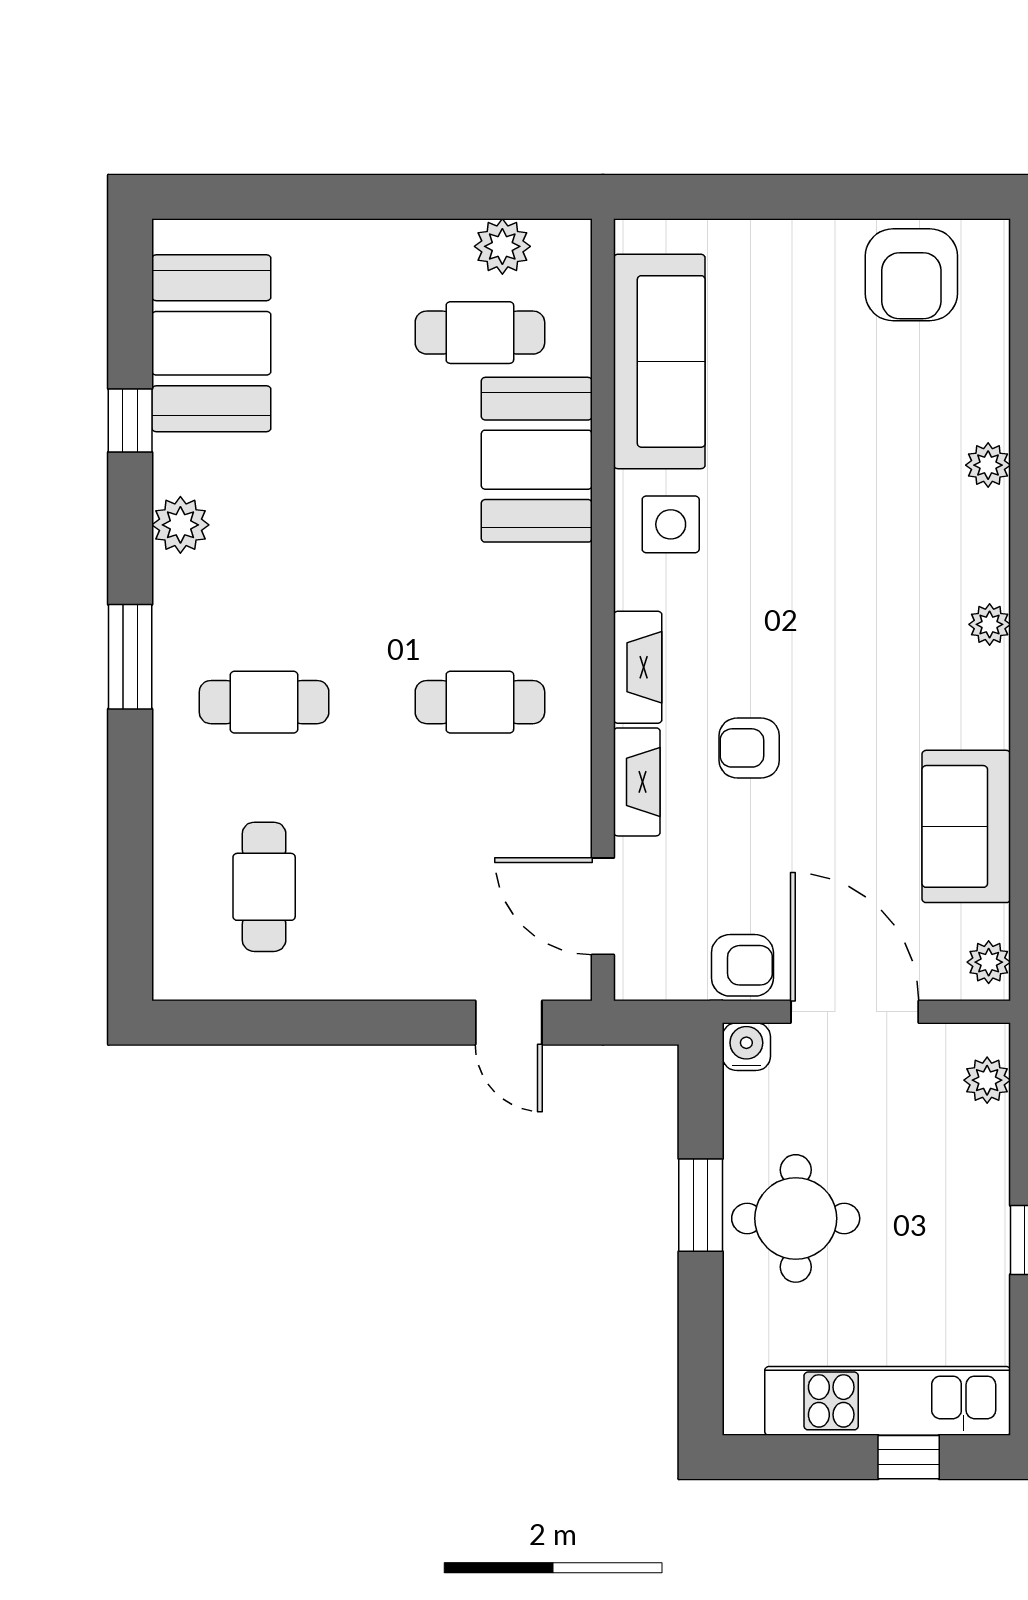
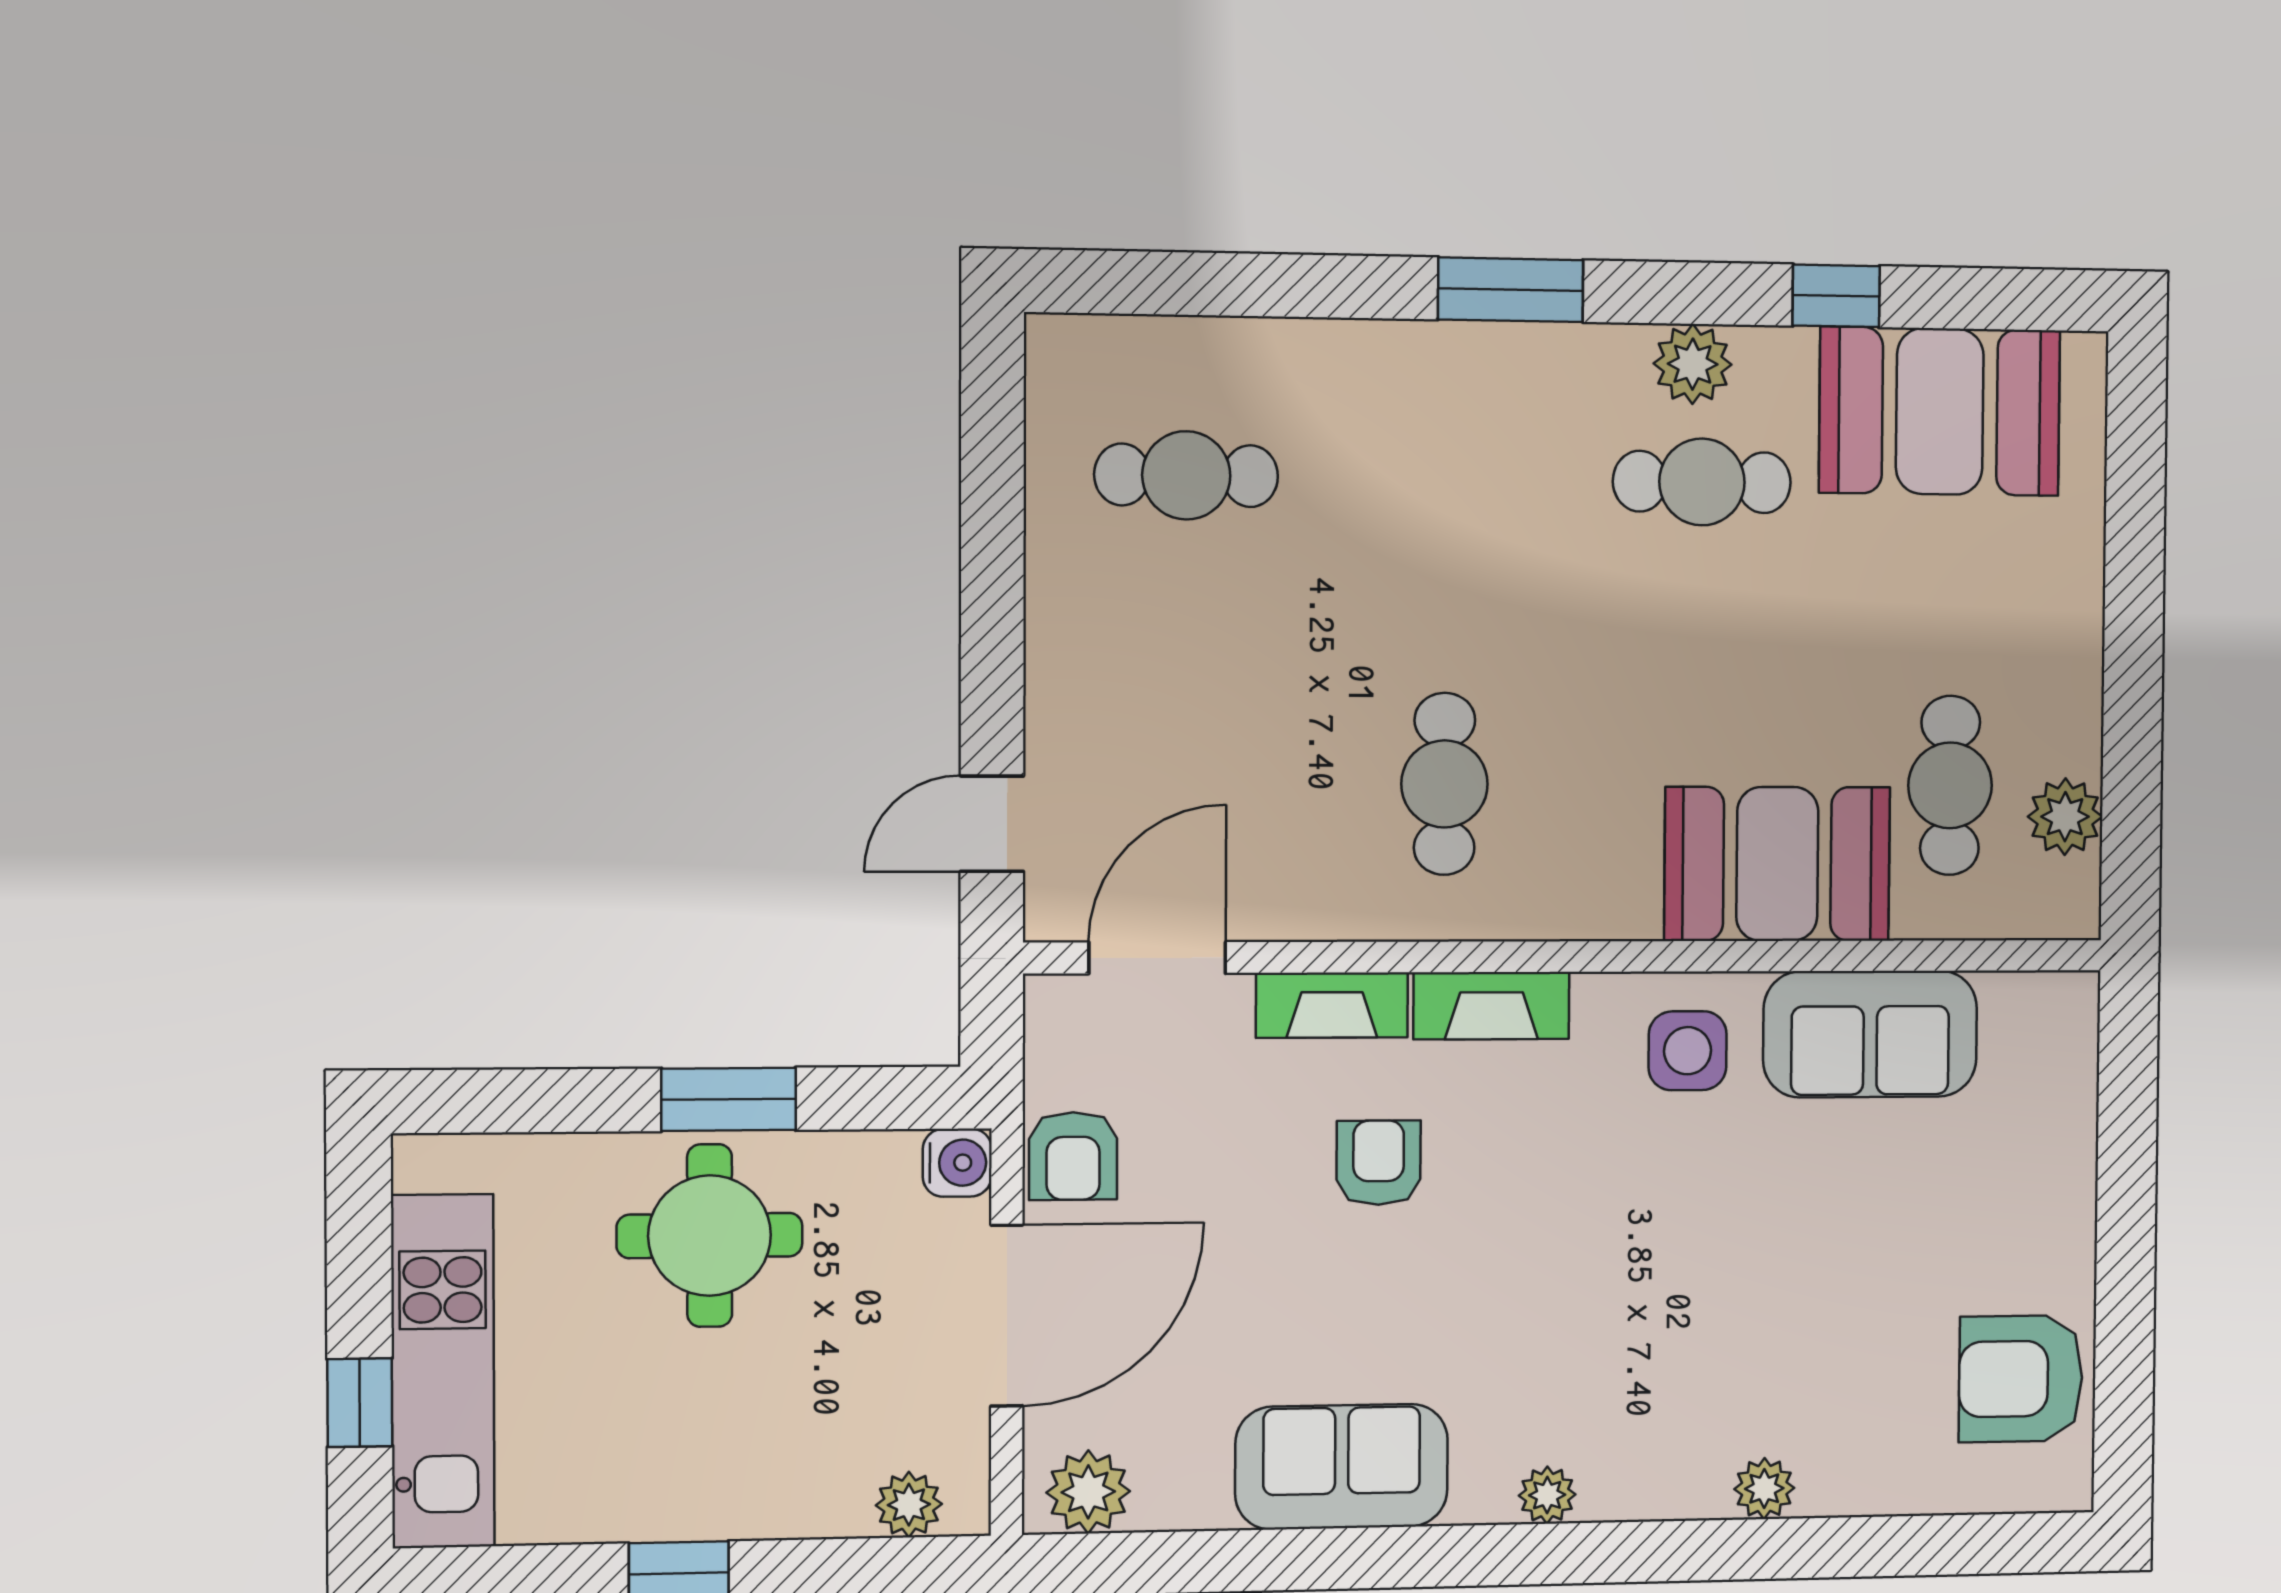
sofa: (659, 361) -> (1870, 1034), width x0.73
cafe table: (264, 702) -> (1702, 482), moved, turned 90
sofa: (966, 826) -> (1342, 1467), moved
plant: (989, 962) -> (1088, 1492), width x1.38, depth x1.38

